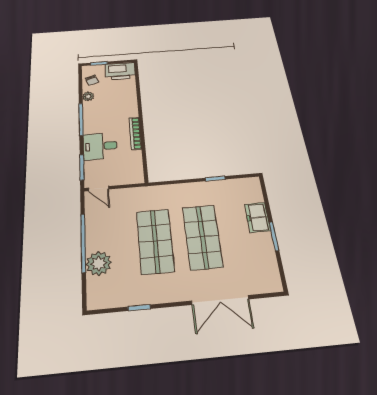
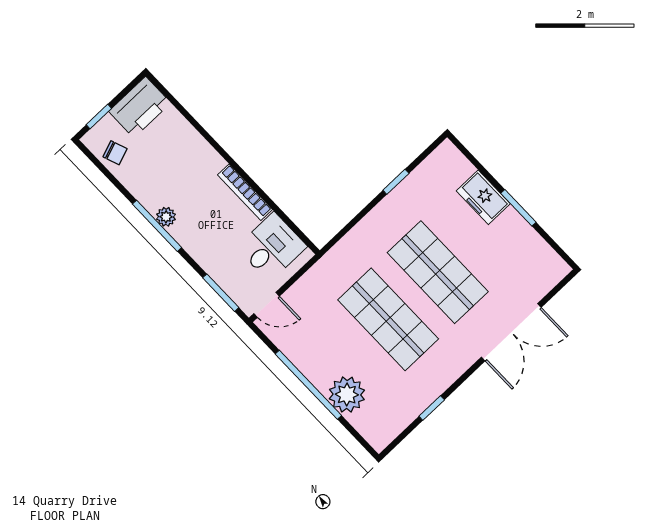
plant: (88, 96) -> (166, 217), moved
desk: (100, 146) -> (272, 247), moved, turned 180

